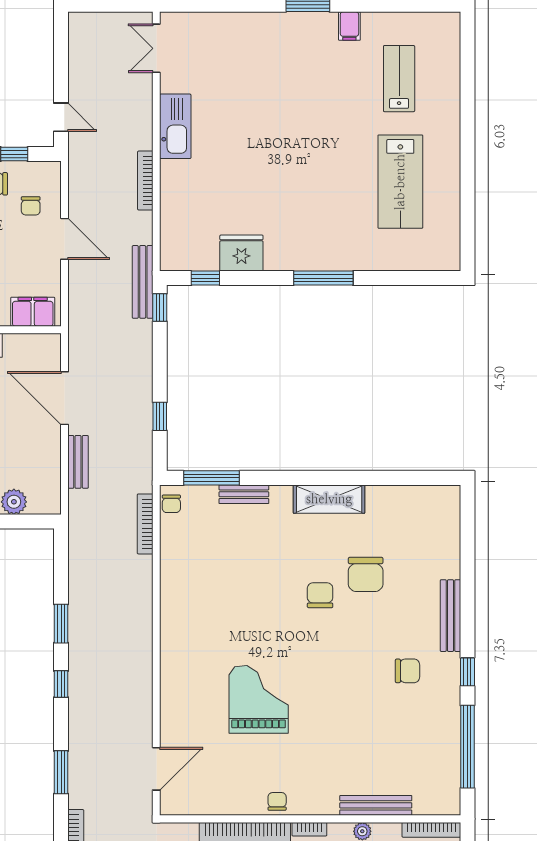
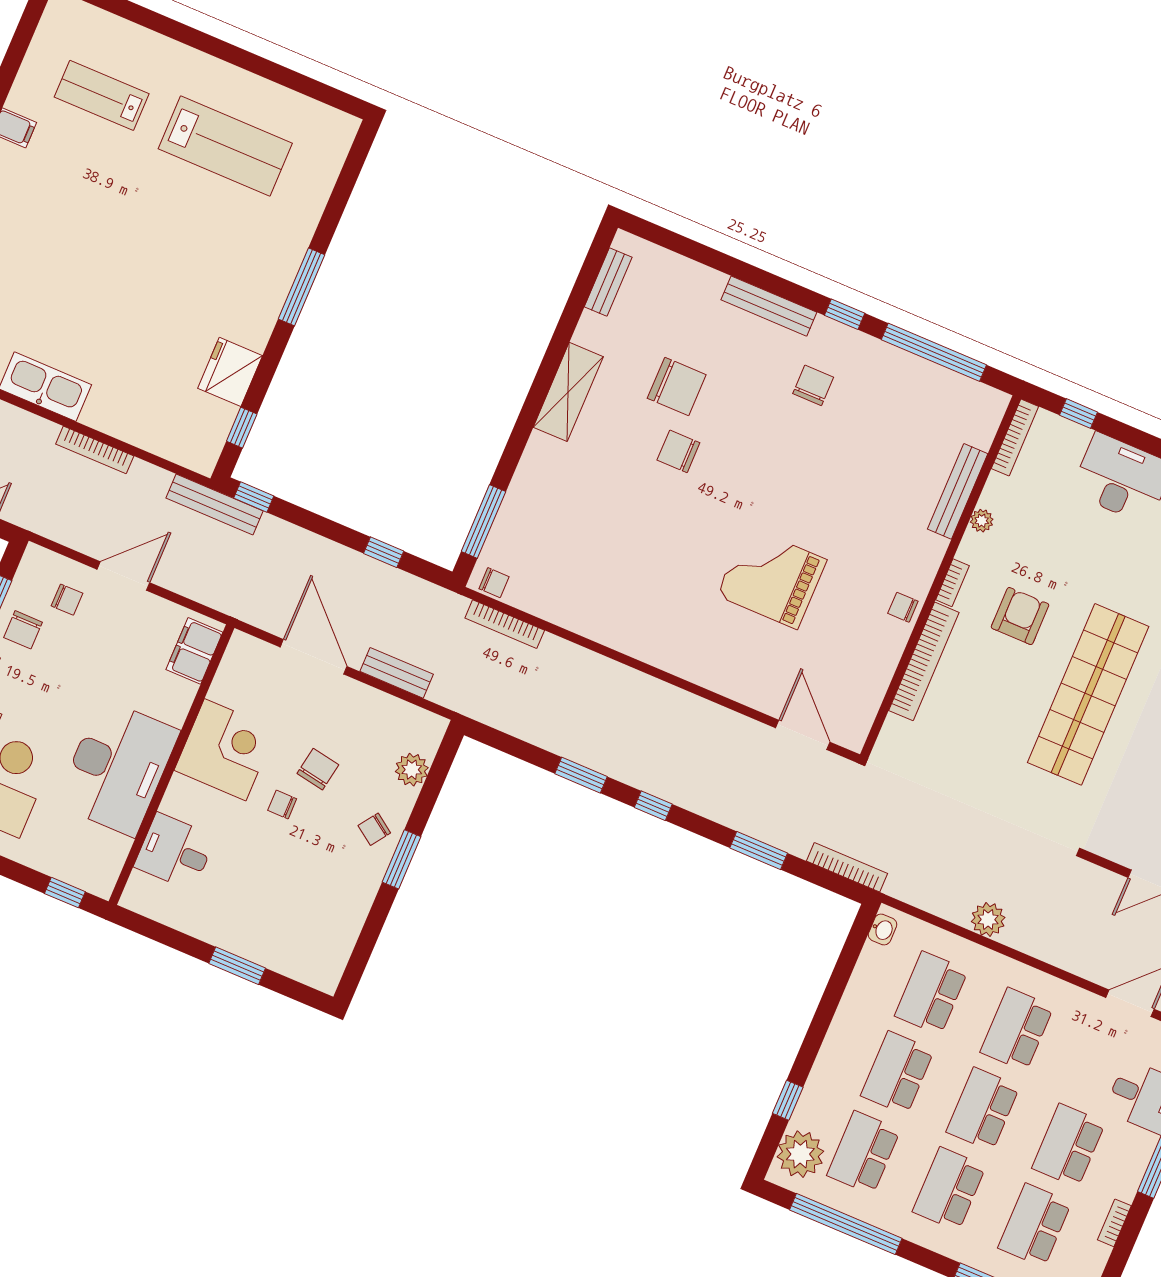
door: (64, 398) -> (314, 657), swing flipped
bench: (244, 494) -> (608, 282), moved

